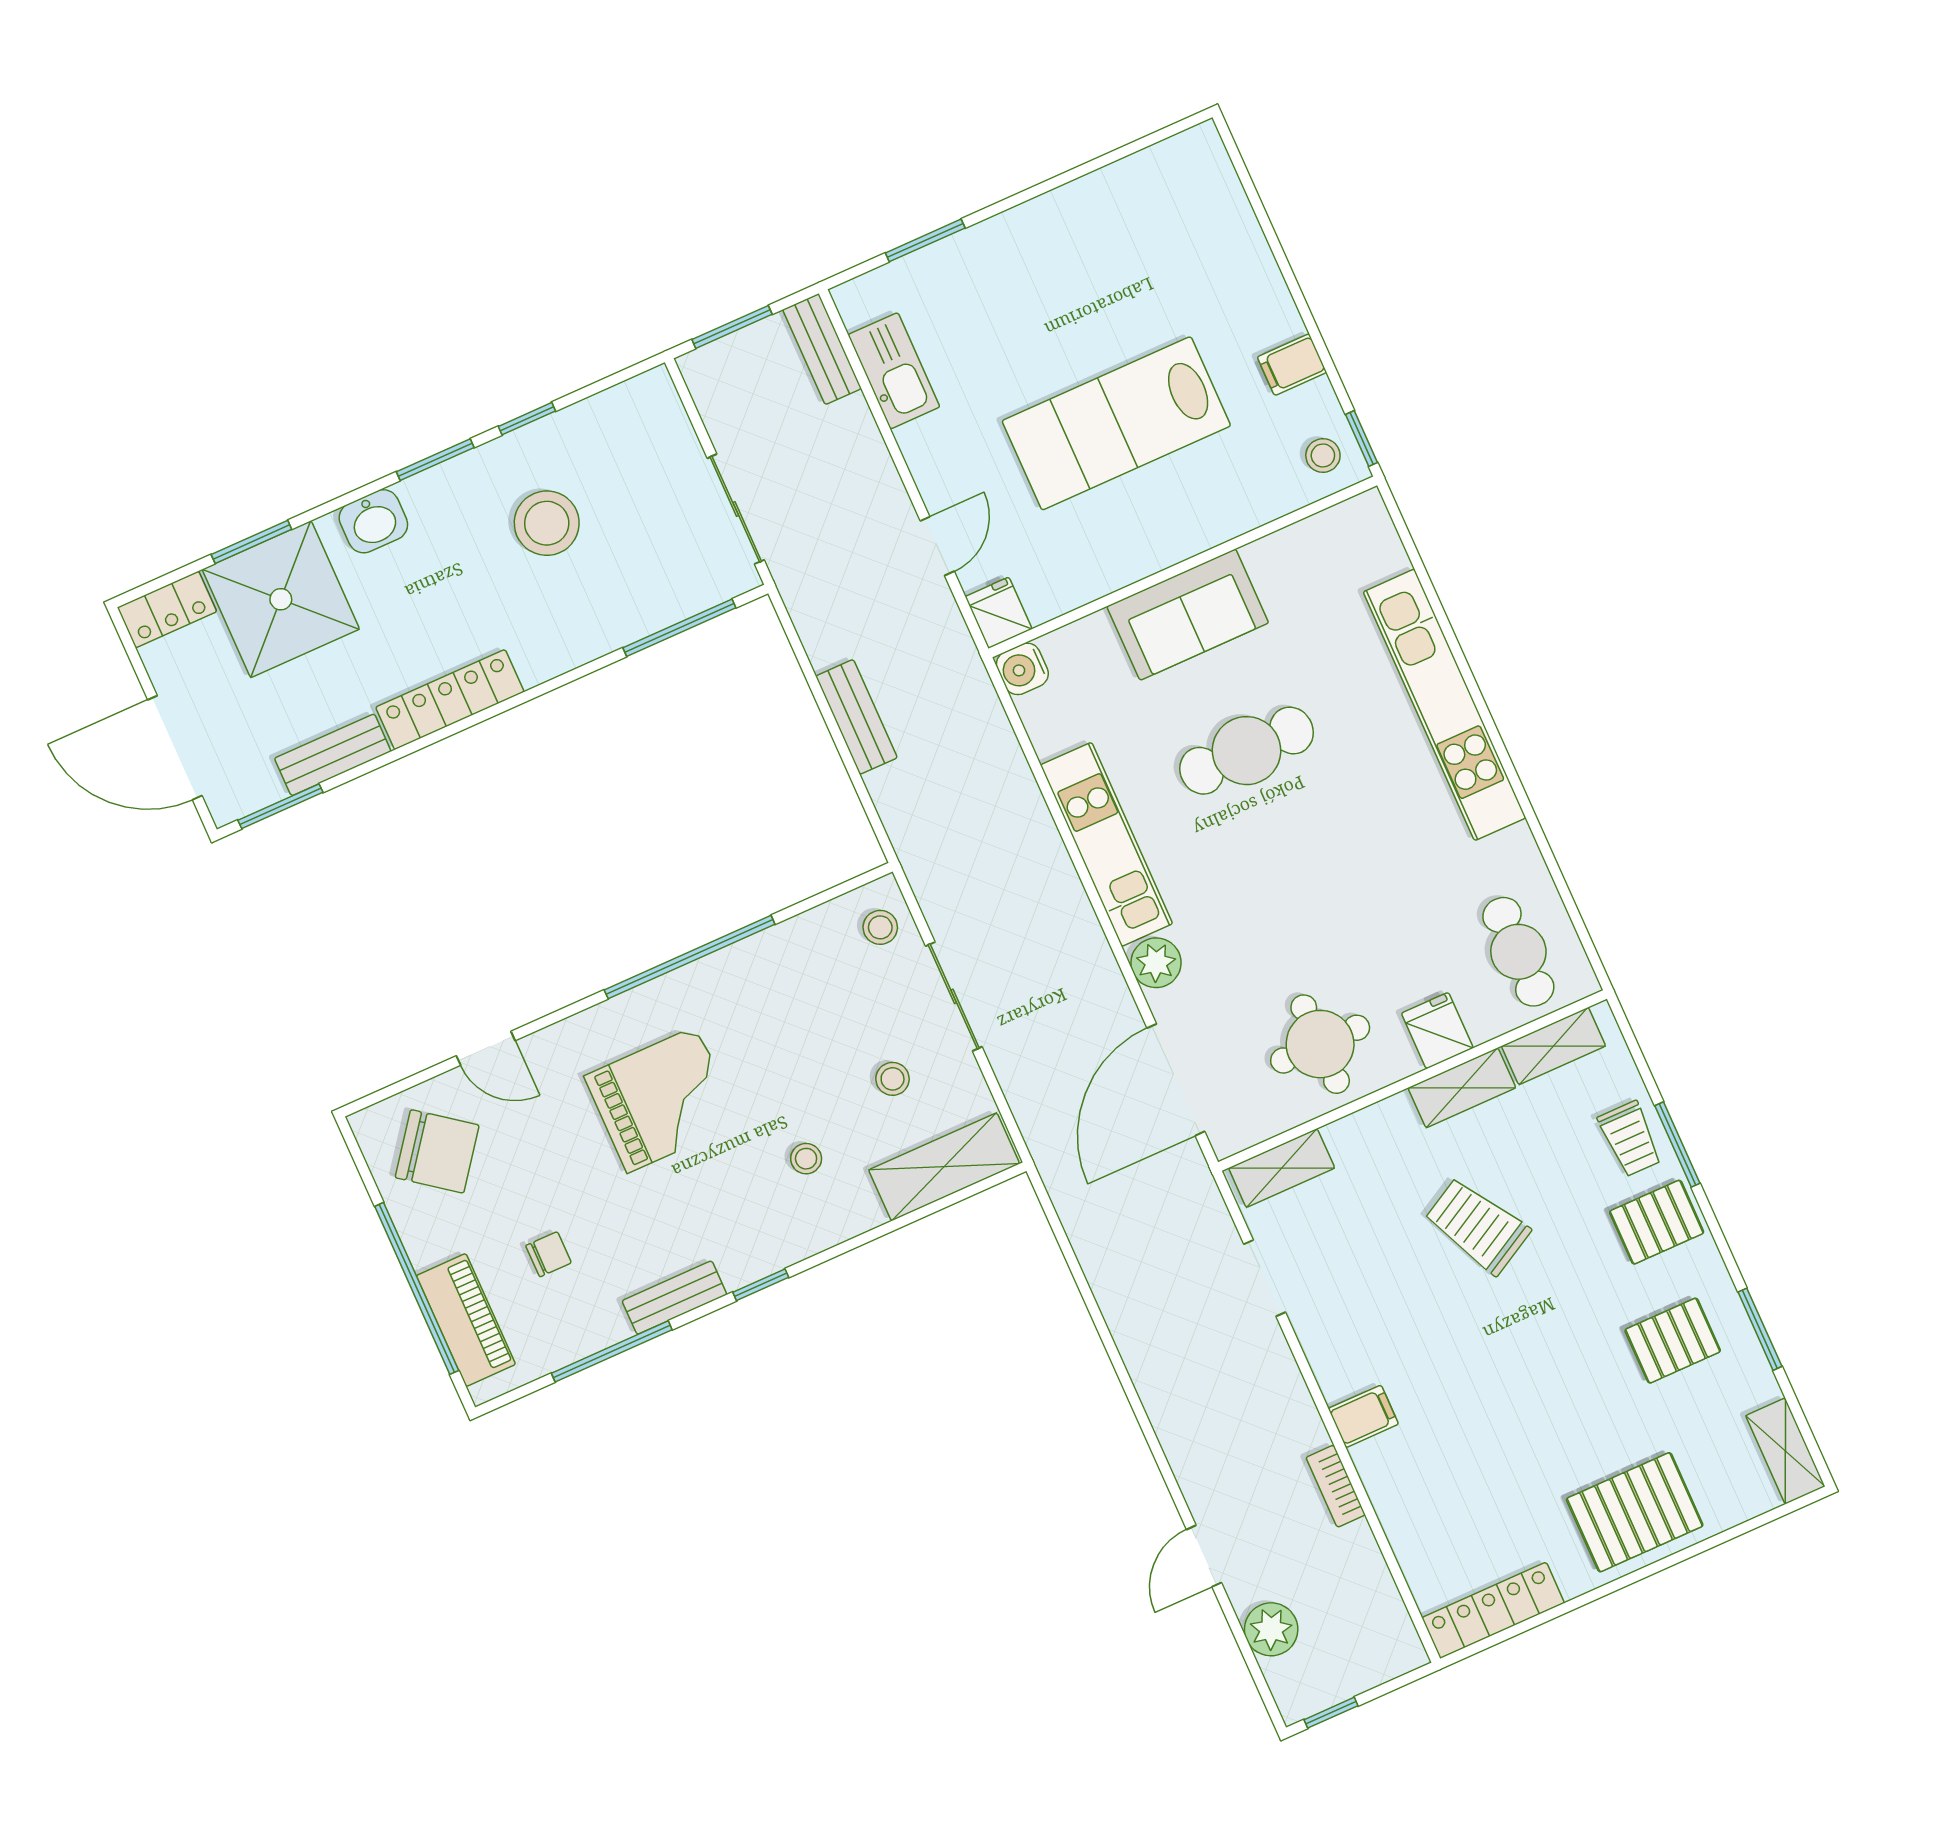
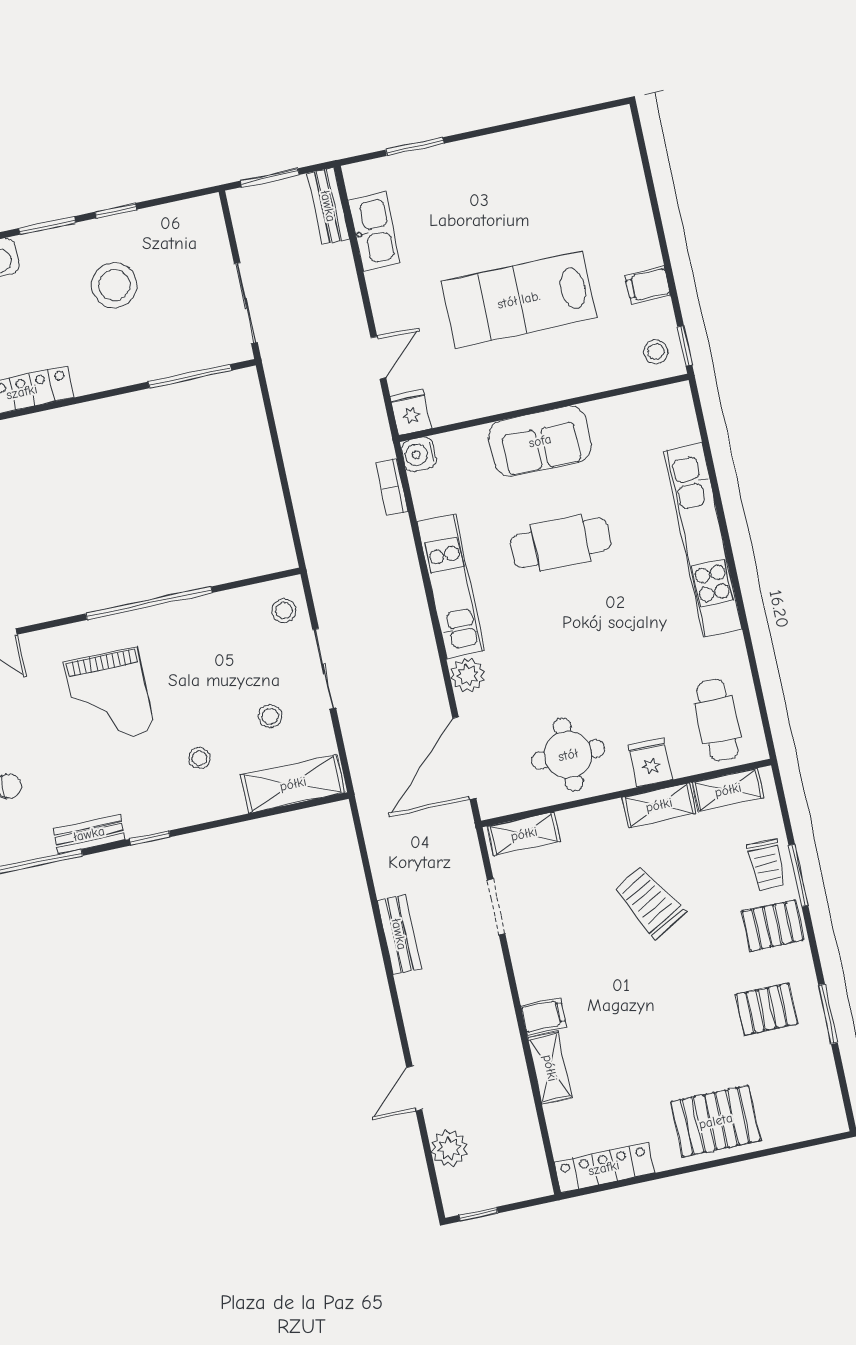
bench: (856, 717) -> (399, 934), moved
grand piano: (662, 1100) -> (109, 697), turned 90
shelving: (1785, 1451) -> (550, 1068), moved
bookcase: (1336, 1486) -> (392, 487), moved

